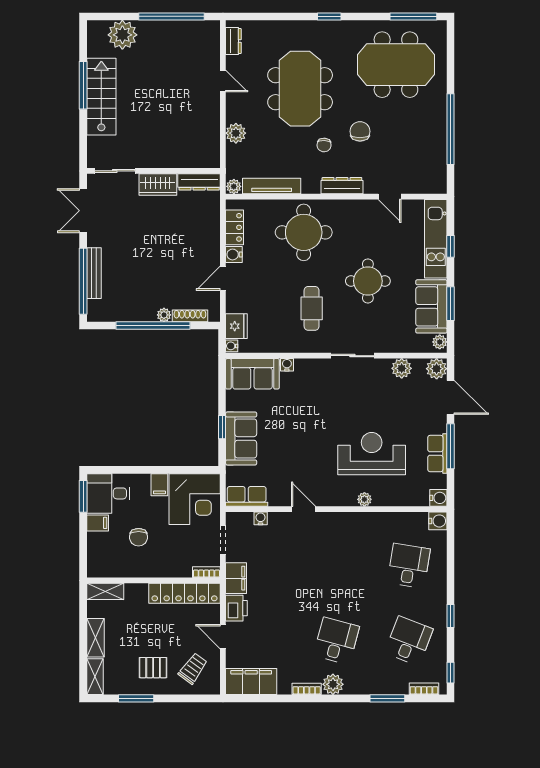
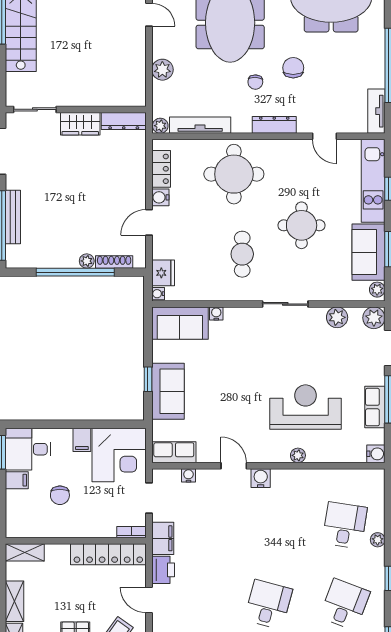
tv unit: (439, 173) -> (376, 111), added
water cooler: (438, 521) -> (261, 478), moved, turned -90
plant: (440, 579) -> (378, 540), added

